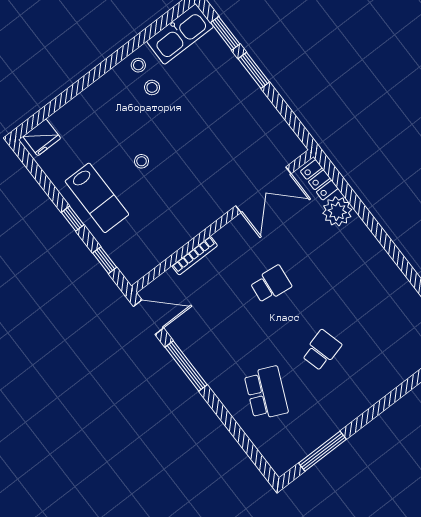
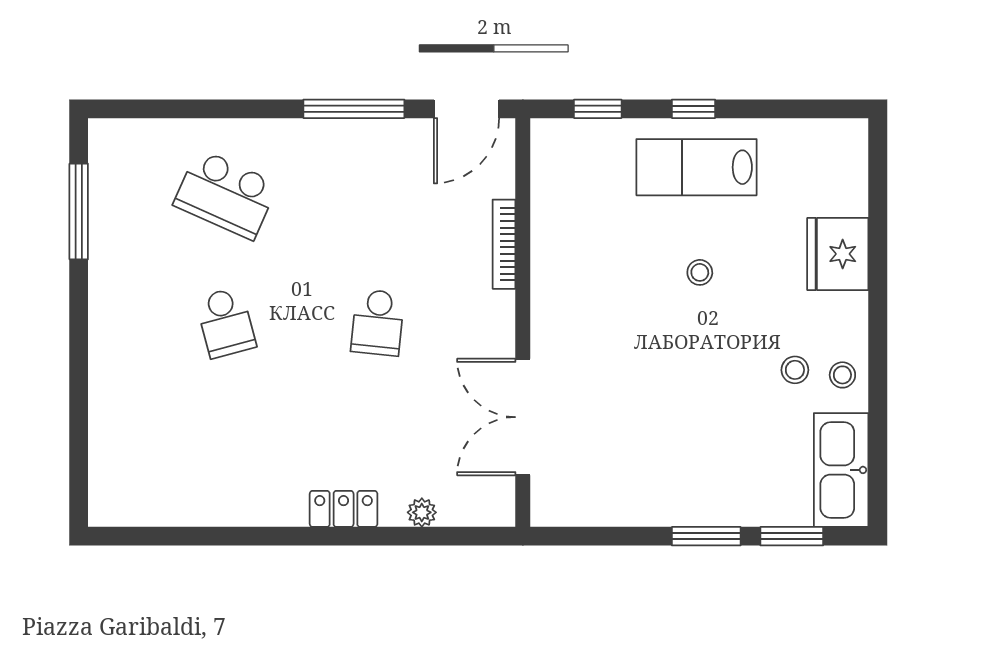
fridge: (42, 137) -> (838, 254), moved, width x1.36, depth x1.34
locker: (319, 180) -> (344, 509), moved
plant: (337, 211) -> (422, 512), width x0.53, depth x0.53

